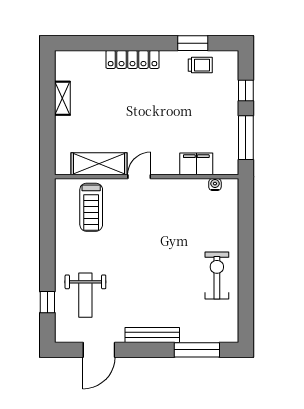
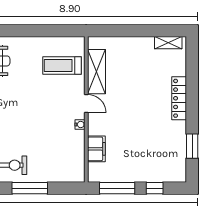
trolley: (200, 65) -> (175, 152), removed
shelving: (62, 98) -> (168, 43), moved
water cooler: (215, 185) -> (80, 124), moved
window: (246, 248) -> (30, 188), added

